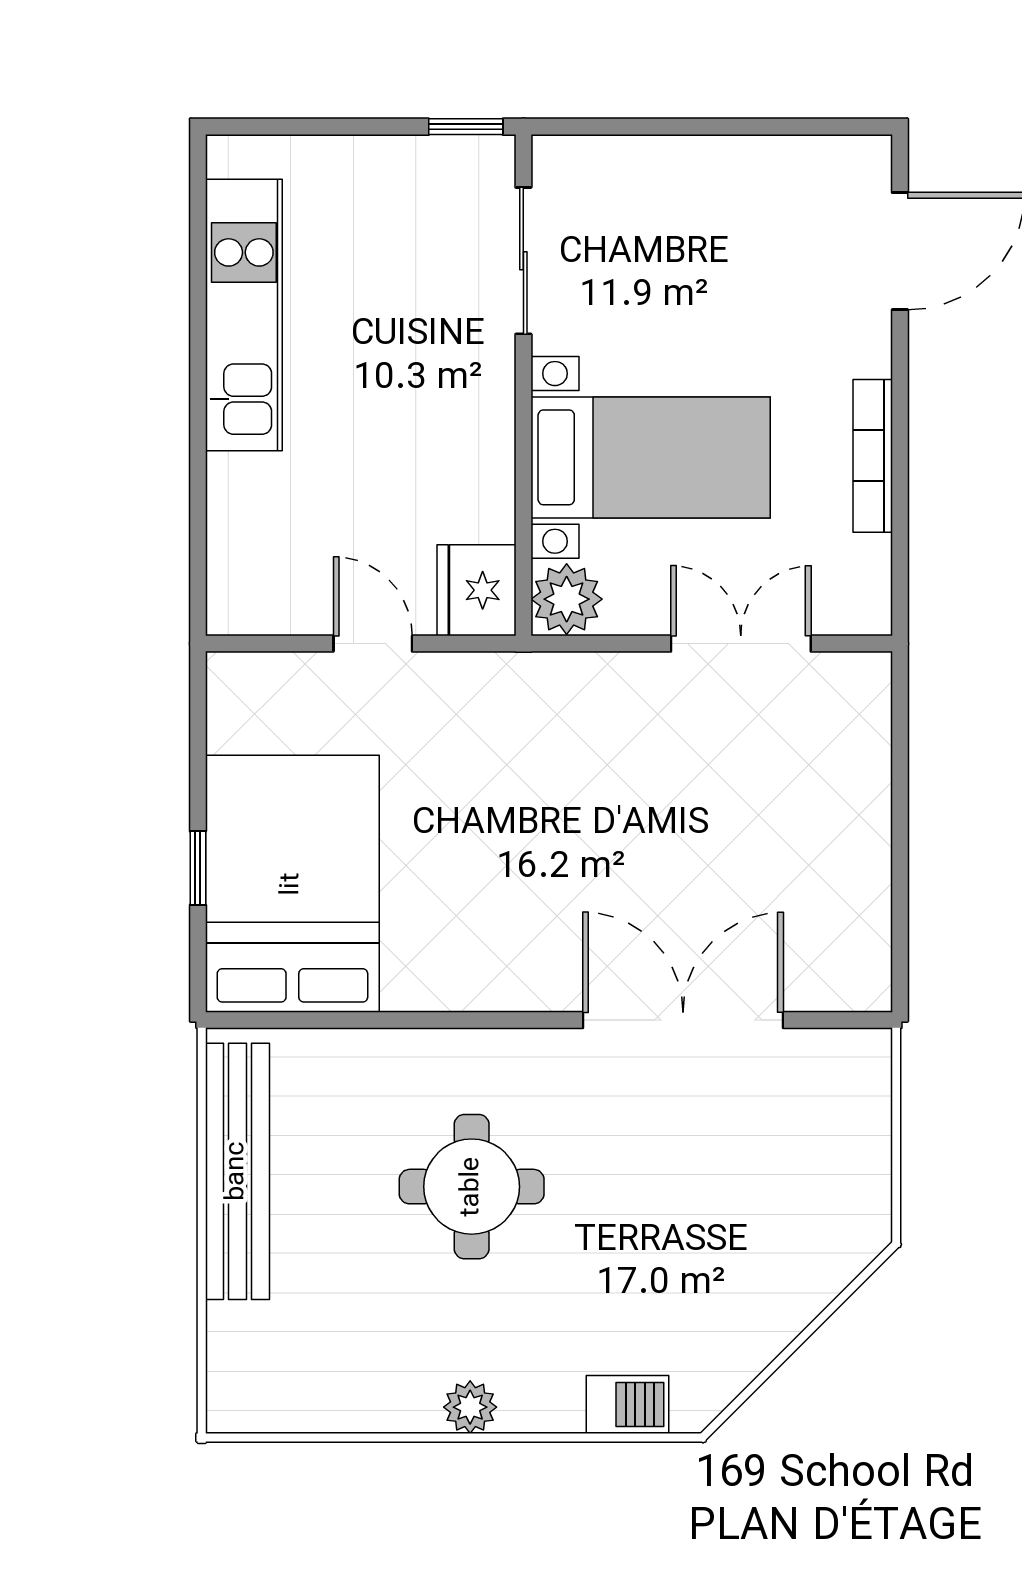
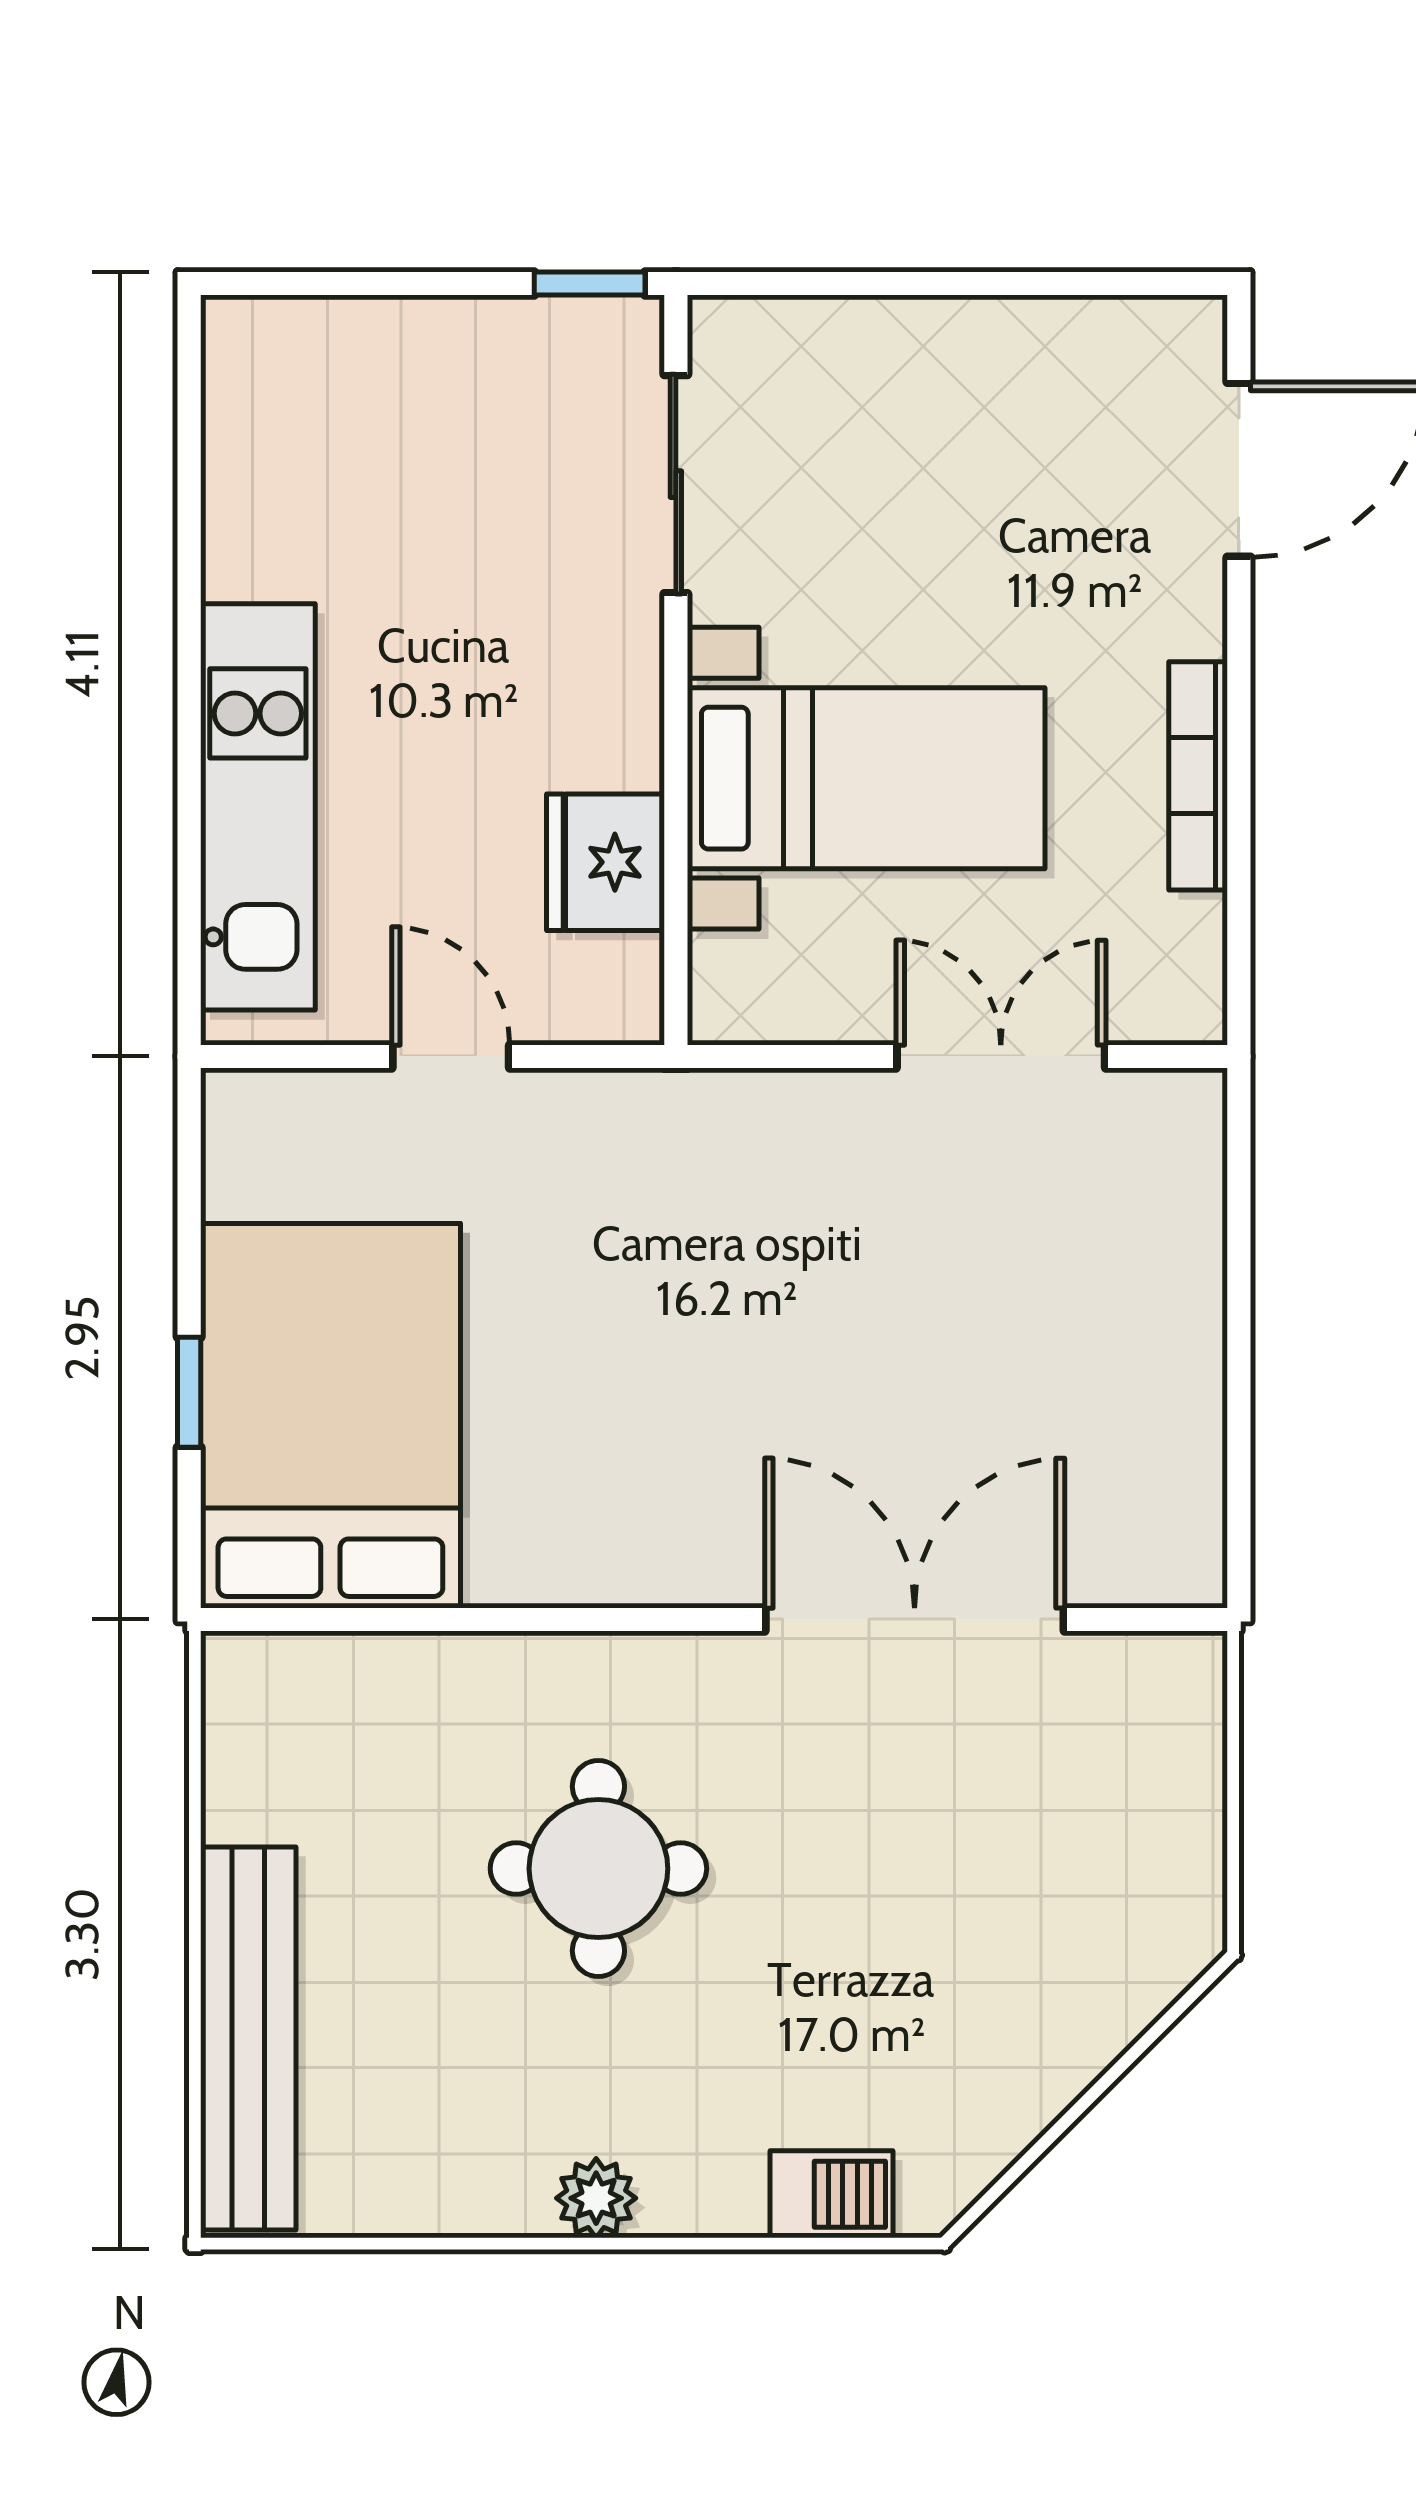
kitchen unit: (244, 315) -> (258, 807), moved
fridge: (476, 590) -> (606, 862), moved
plant: (567, 599) -> (740, 990), removed
bench: (237, 1171) -> (248, 2038), moved

